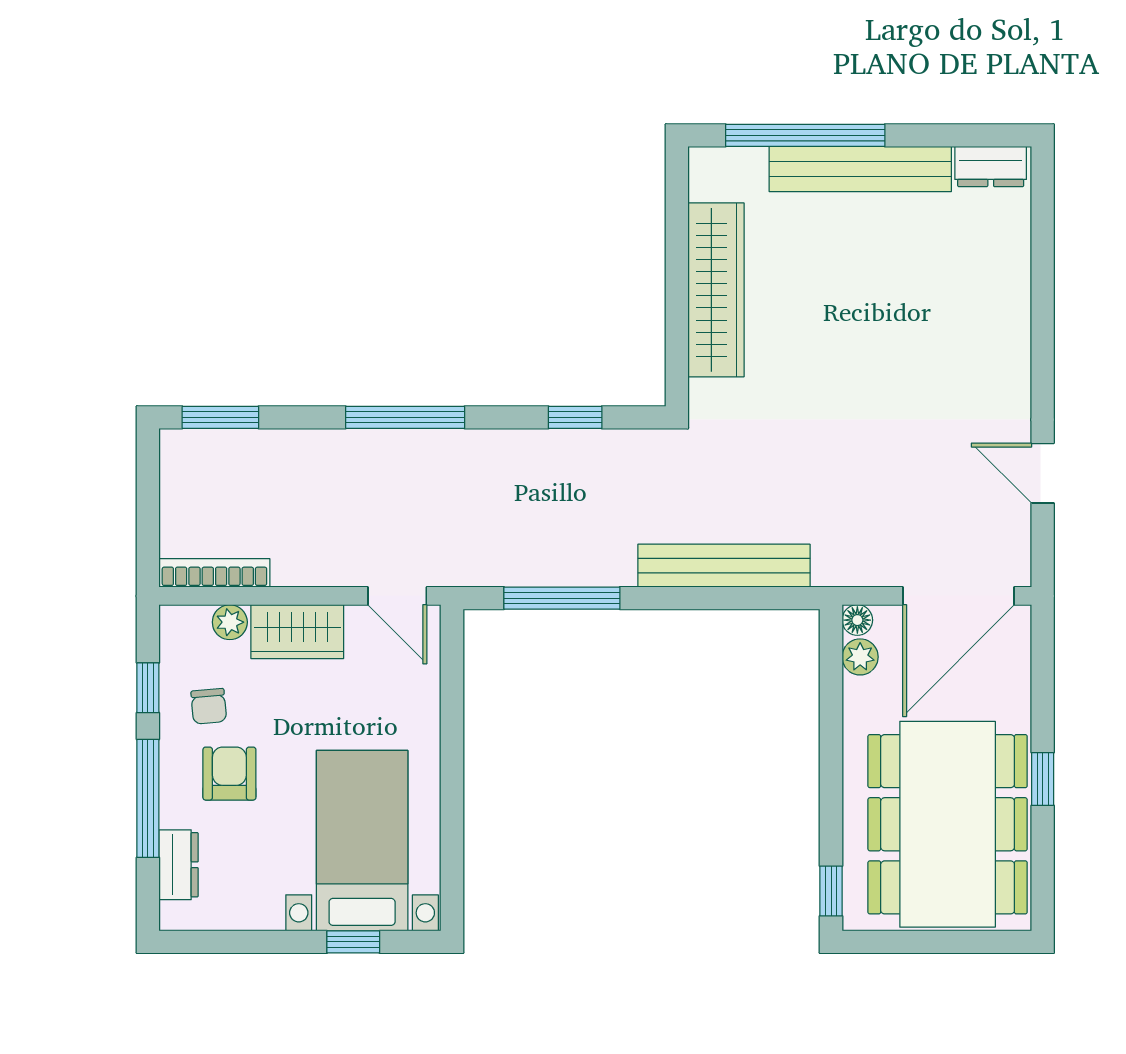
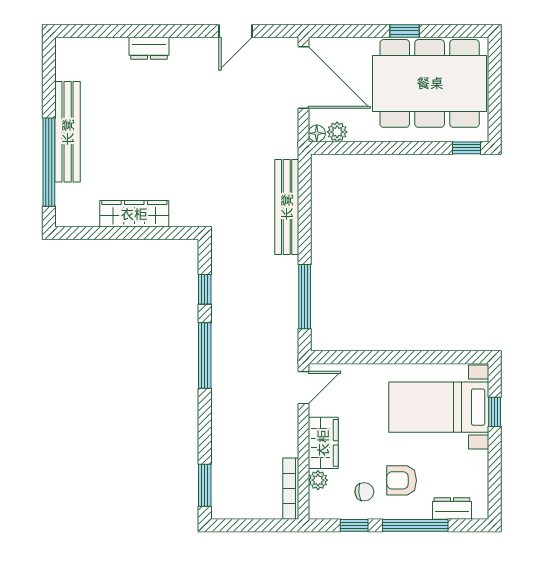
dresser: (991, 167) -> (149, 48), moved, turned 90
wardrobe: (716, 290) -> (134, 214), width x0.71, depth x0.85
window: (405, 417) -> (205, 356), moved

